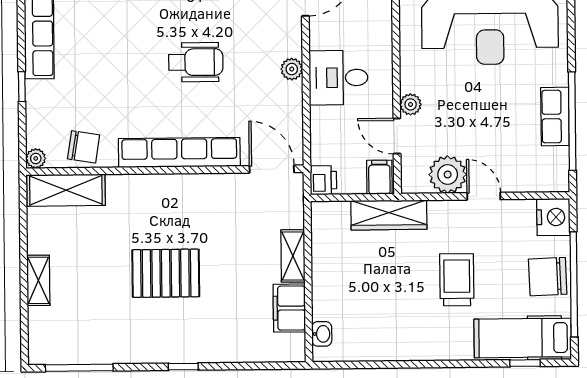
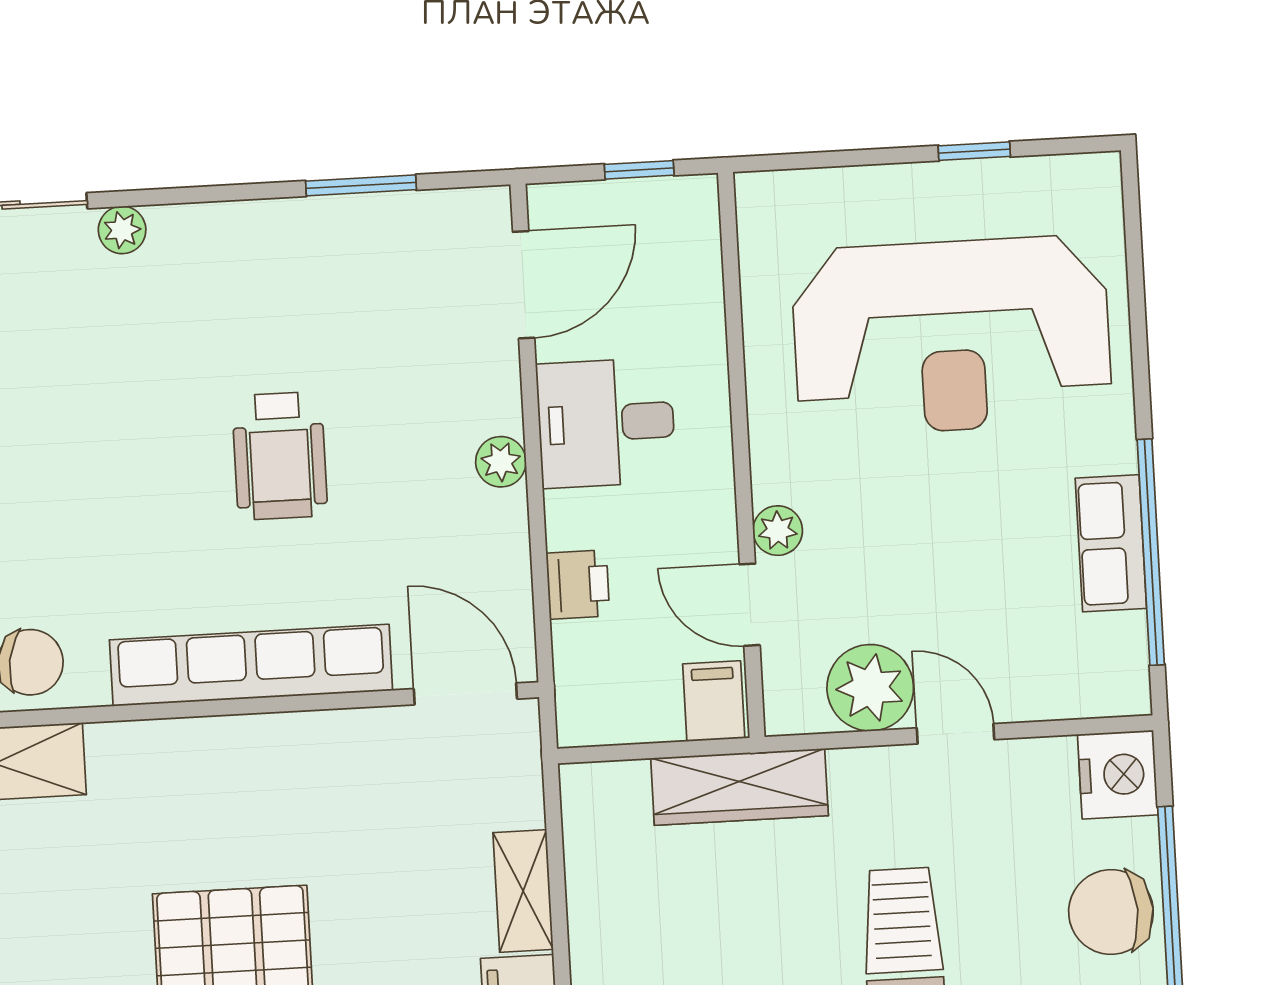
wheelchair: (196, 62) -> (280, 456), turned 90
desk: (338, 78) -> (606, 423), moved
printer: (323, 180) -> (578, 585), moved

